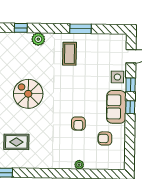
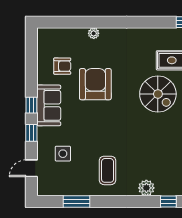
window: (81, 29) -> (77, 202), moved
side table: (117, 77) -> (63, 154), moved
spiral stairs: (28, 94) -> (158, 94), moved
armchair: (78, 124) -> (95, 84), width x1.88, depth x1.88

